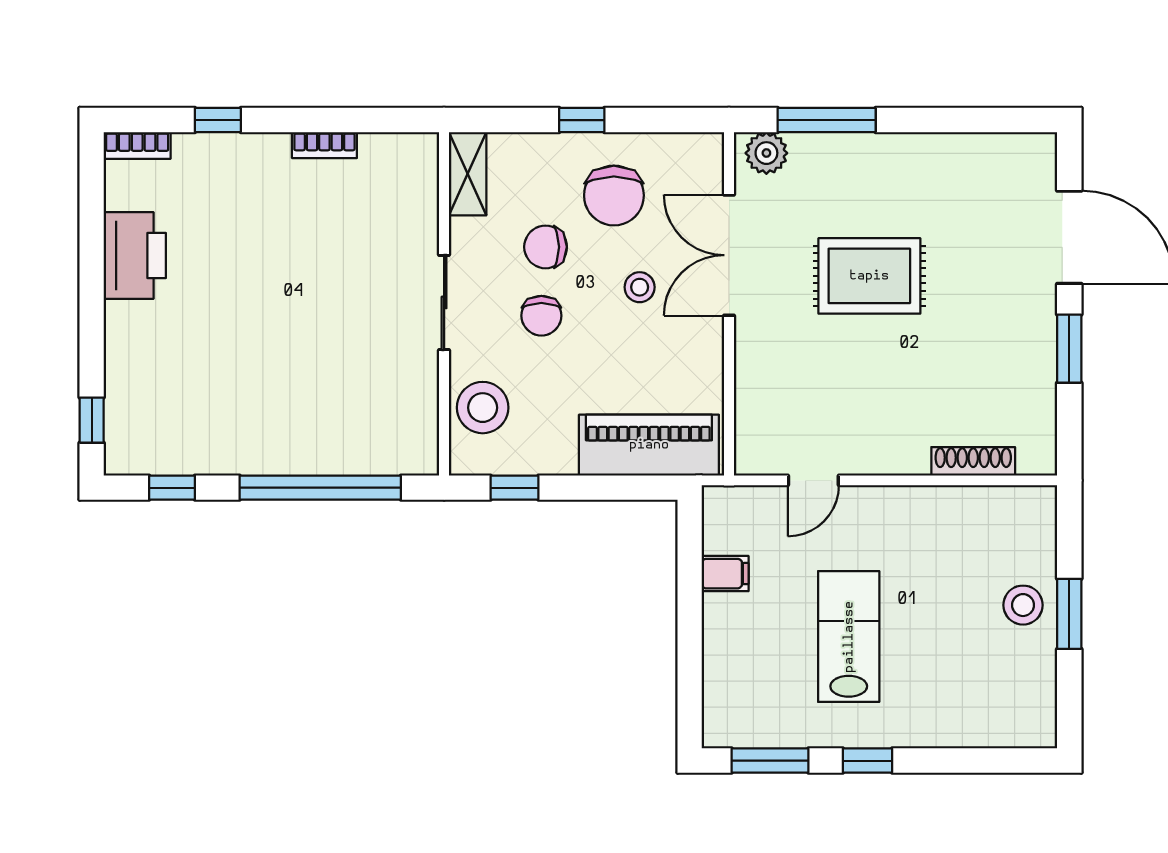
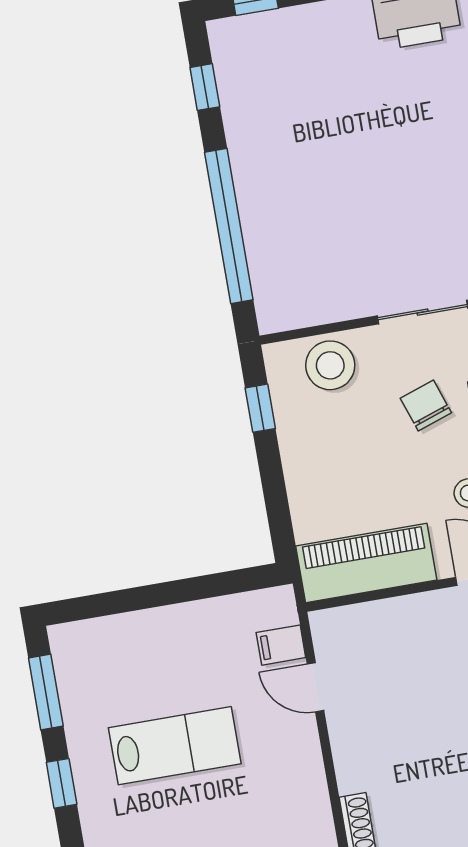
chair: (541, 316) -> (426, 406), turned 71
piano: (649, 445) -> (366, 563), moved, turned -90
filing cabinet: (725, 574) -> (281, 645), moved, turned 90

